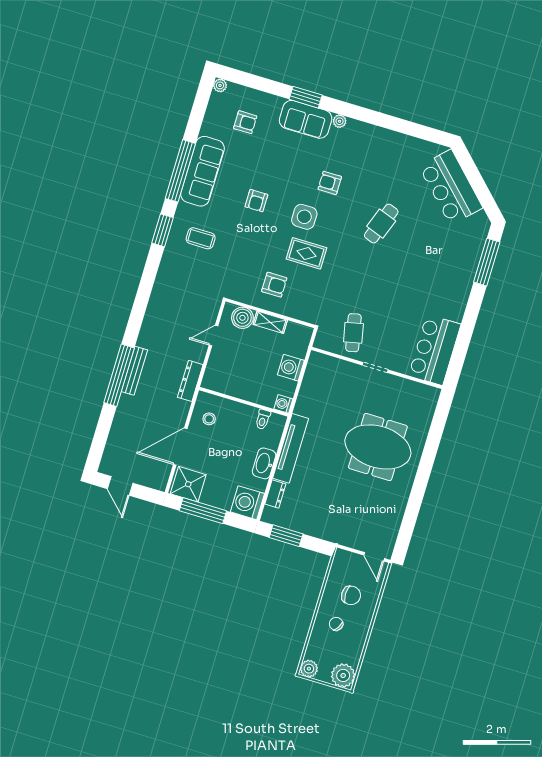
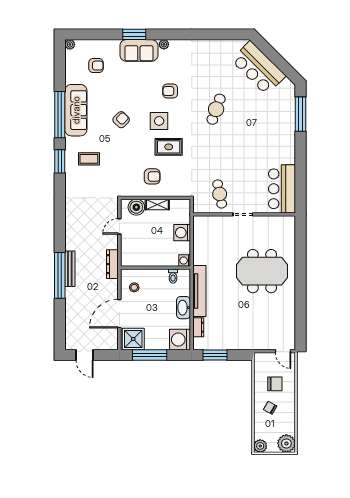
armchair: (256, 201) -> (121, 120), turned -136

